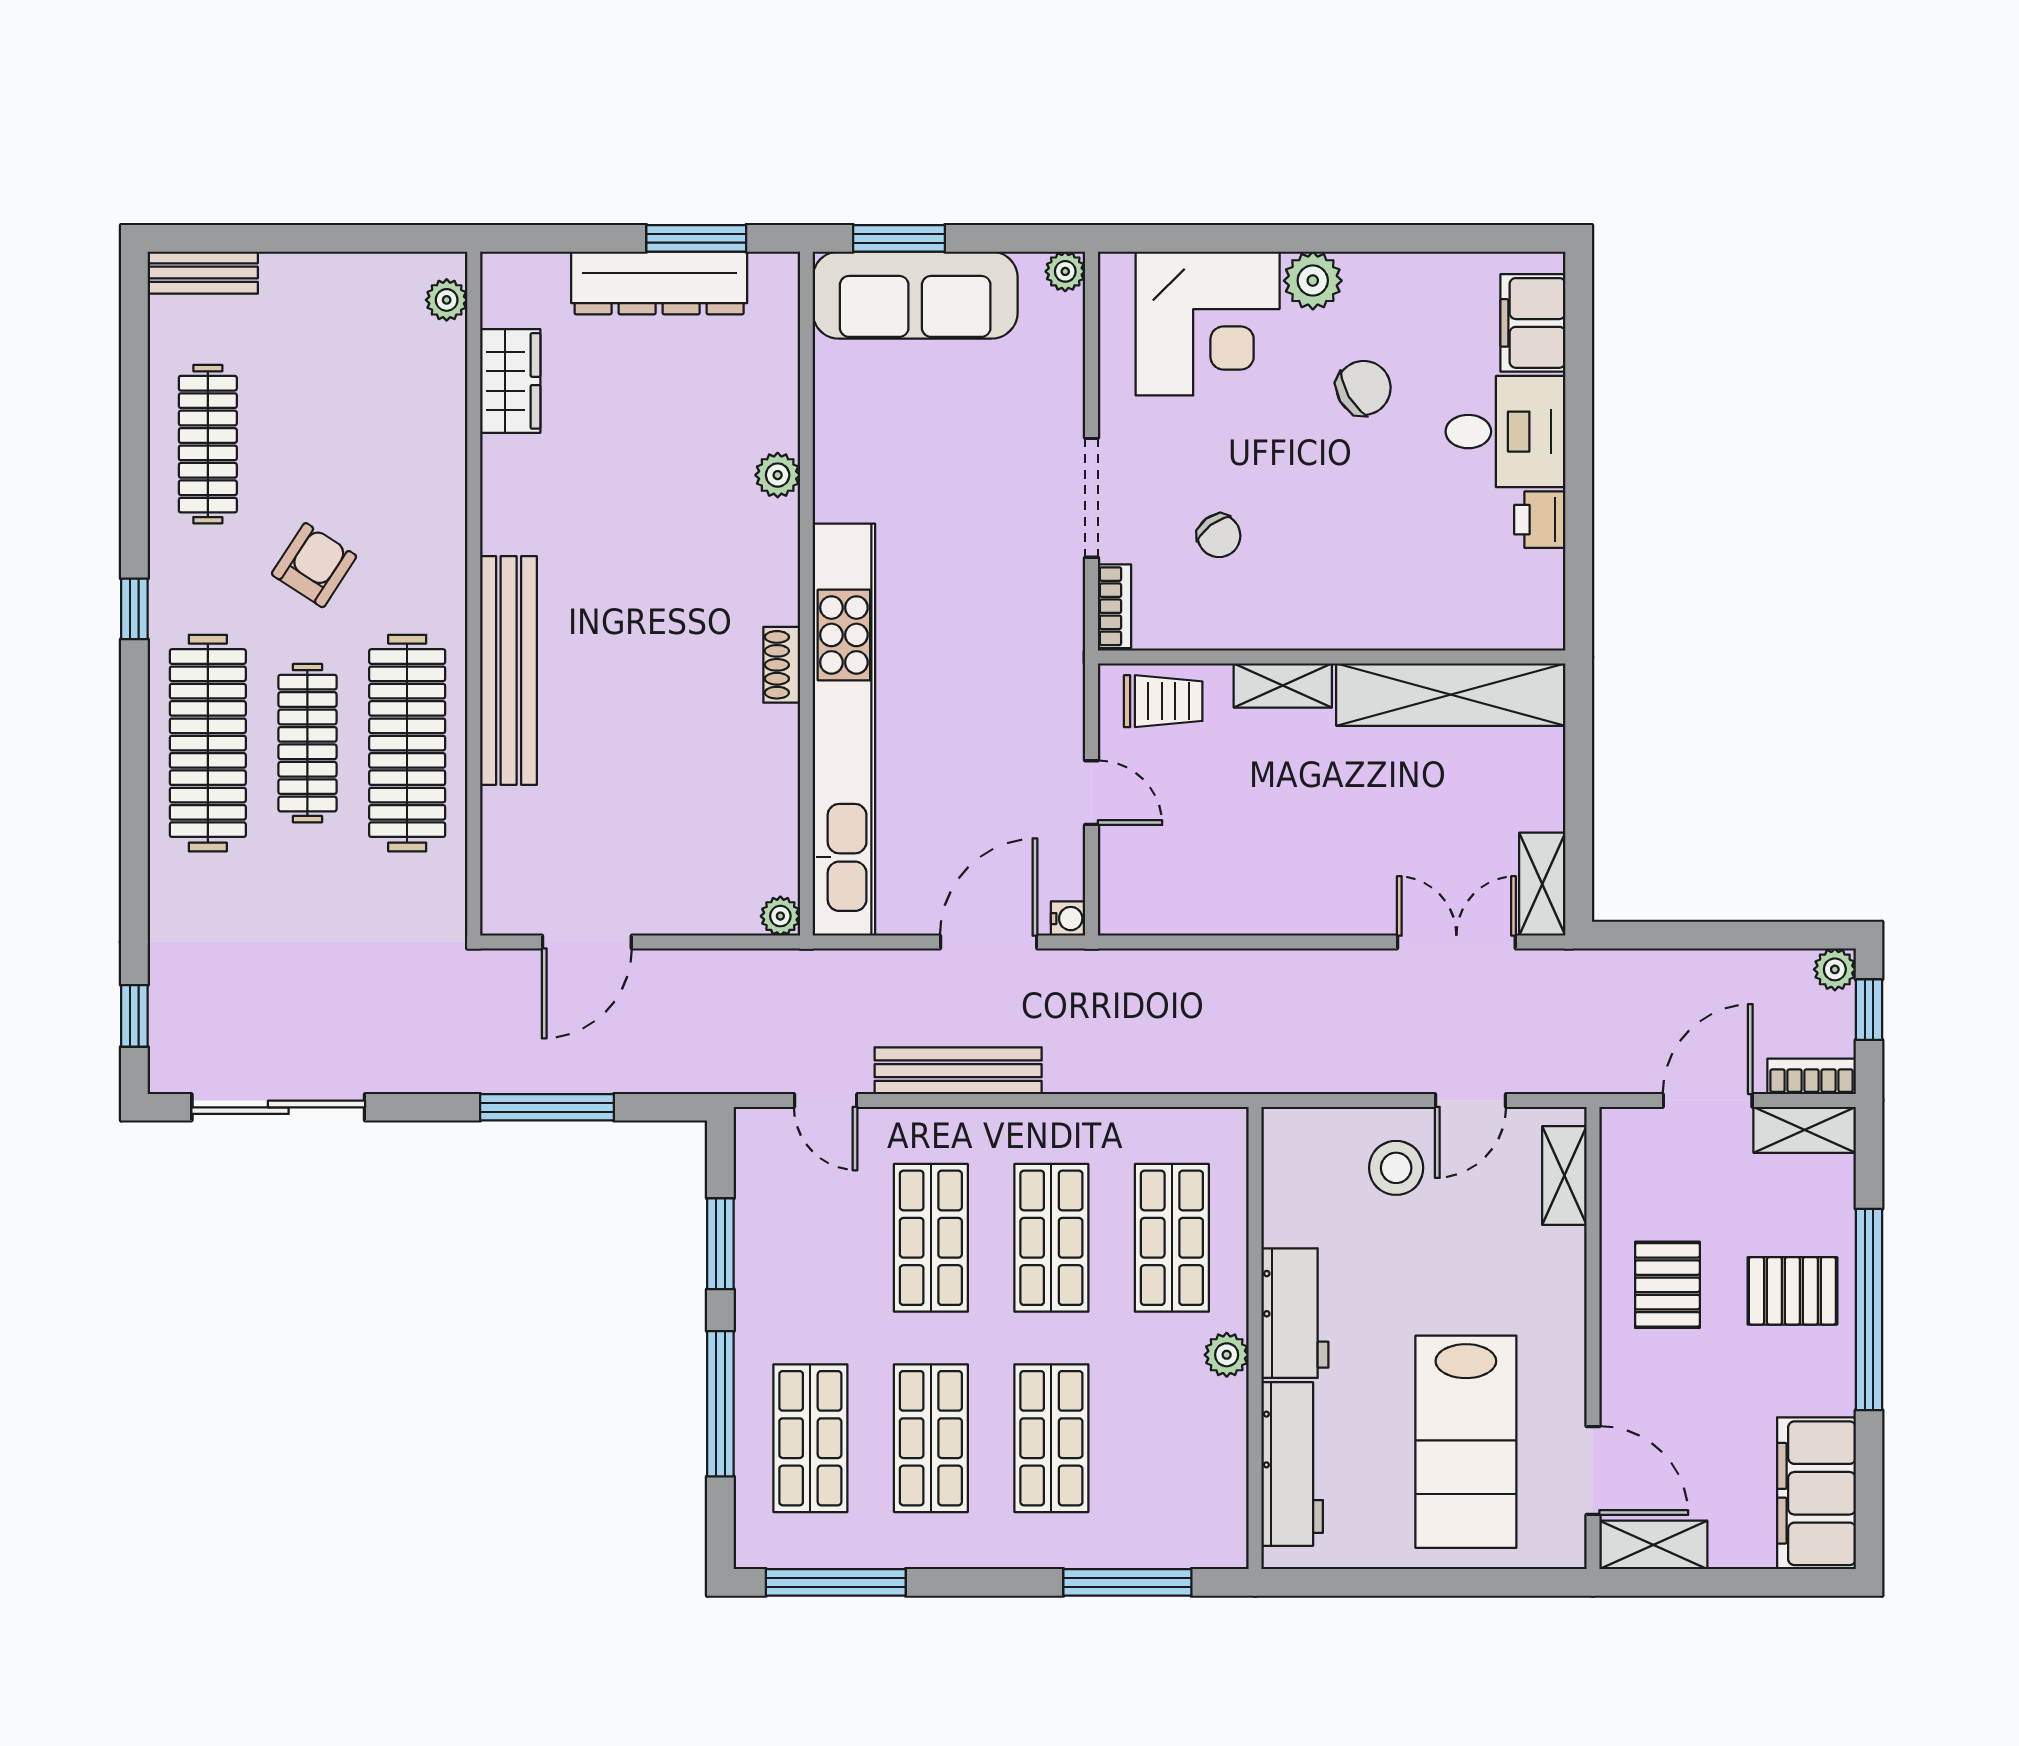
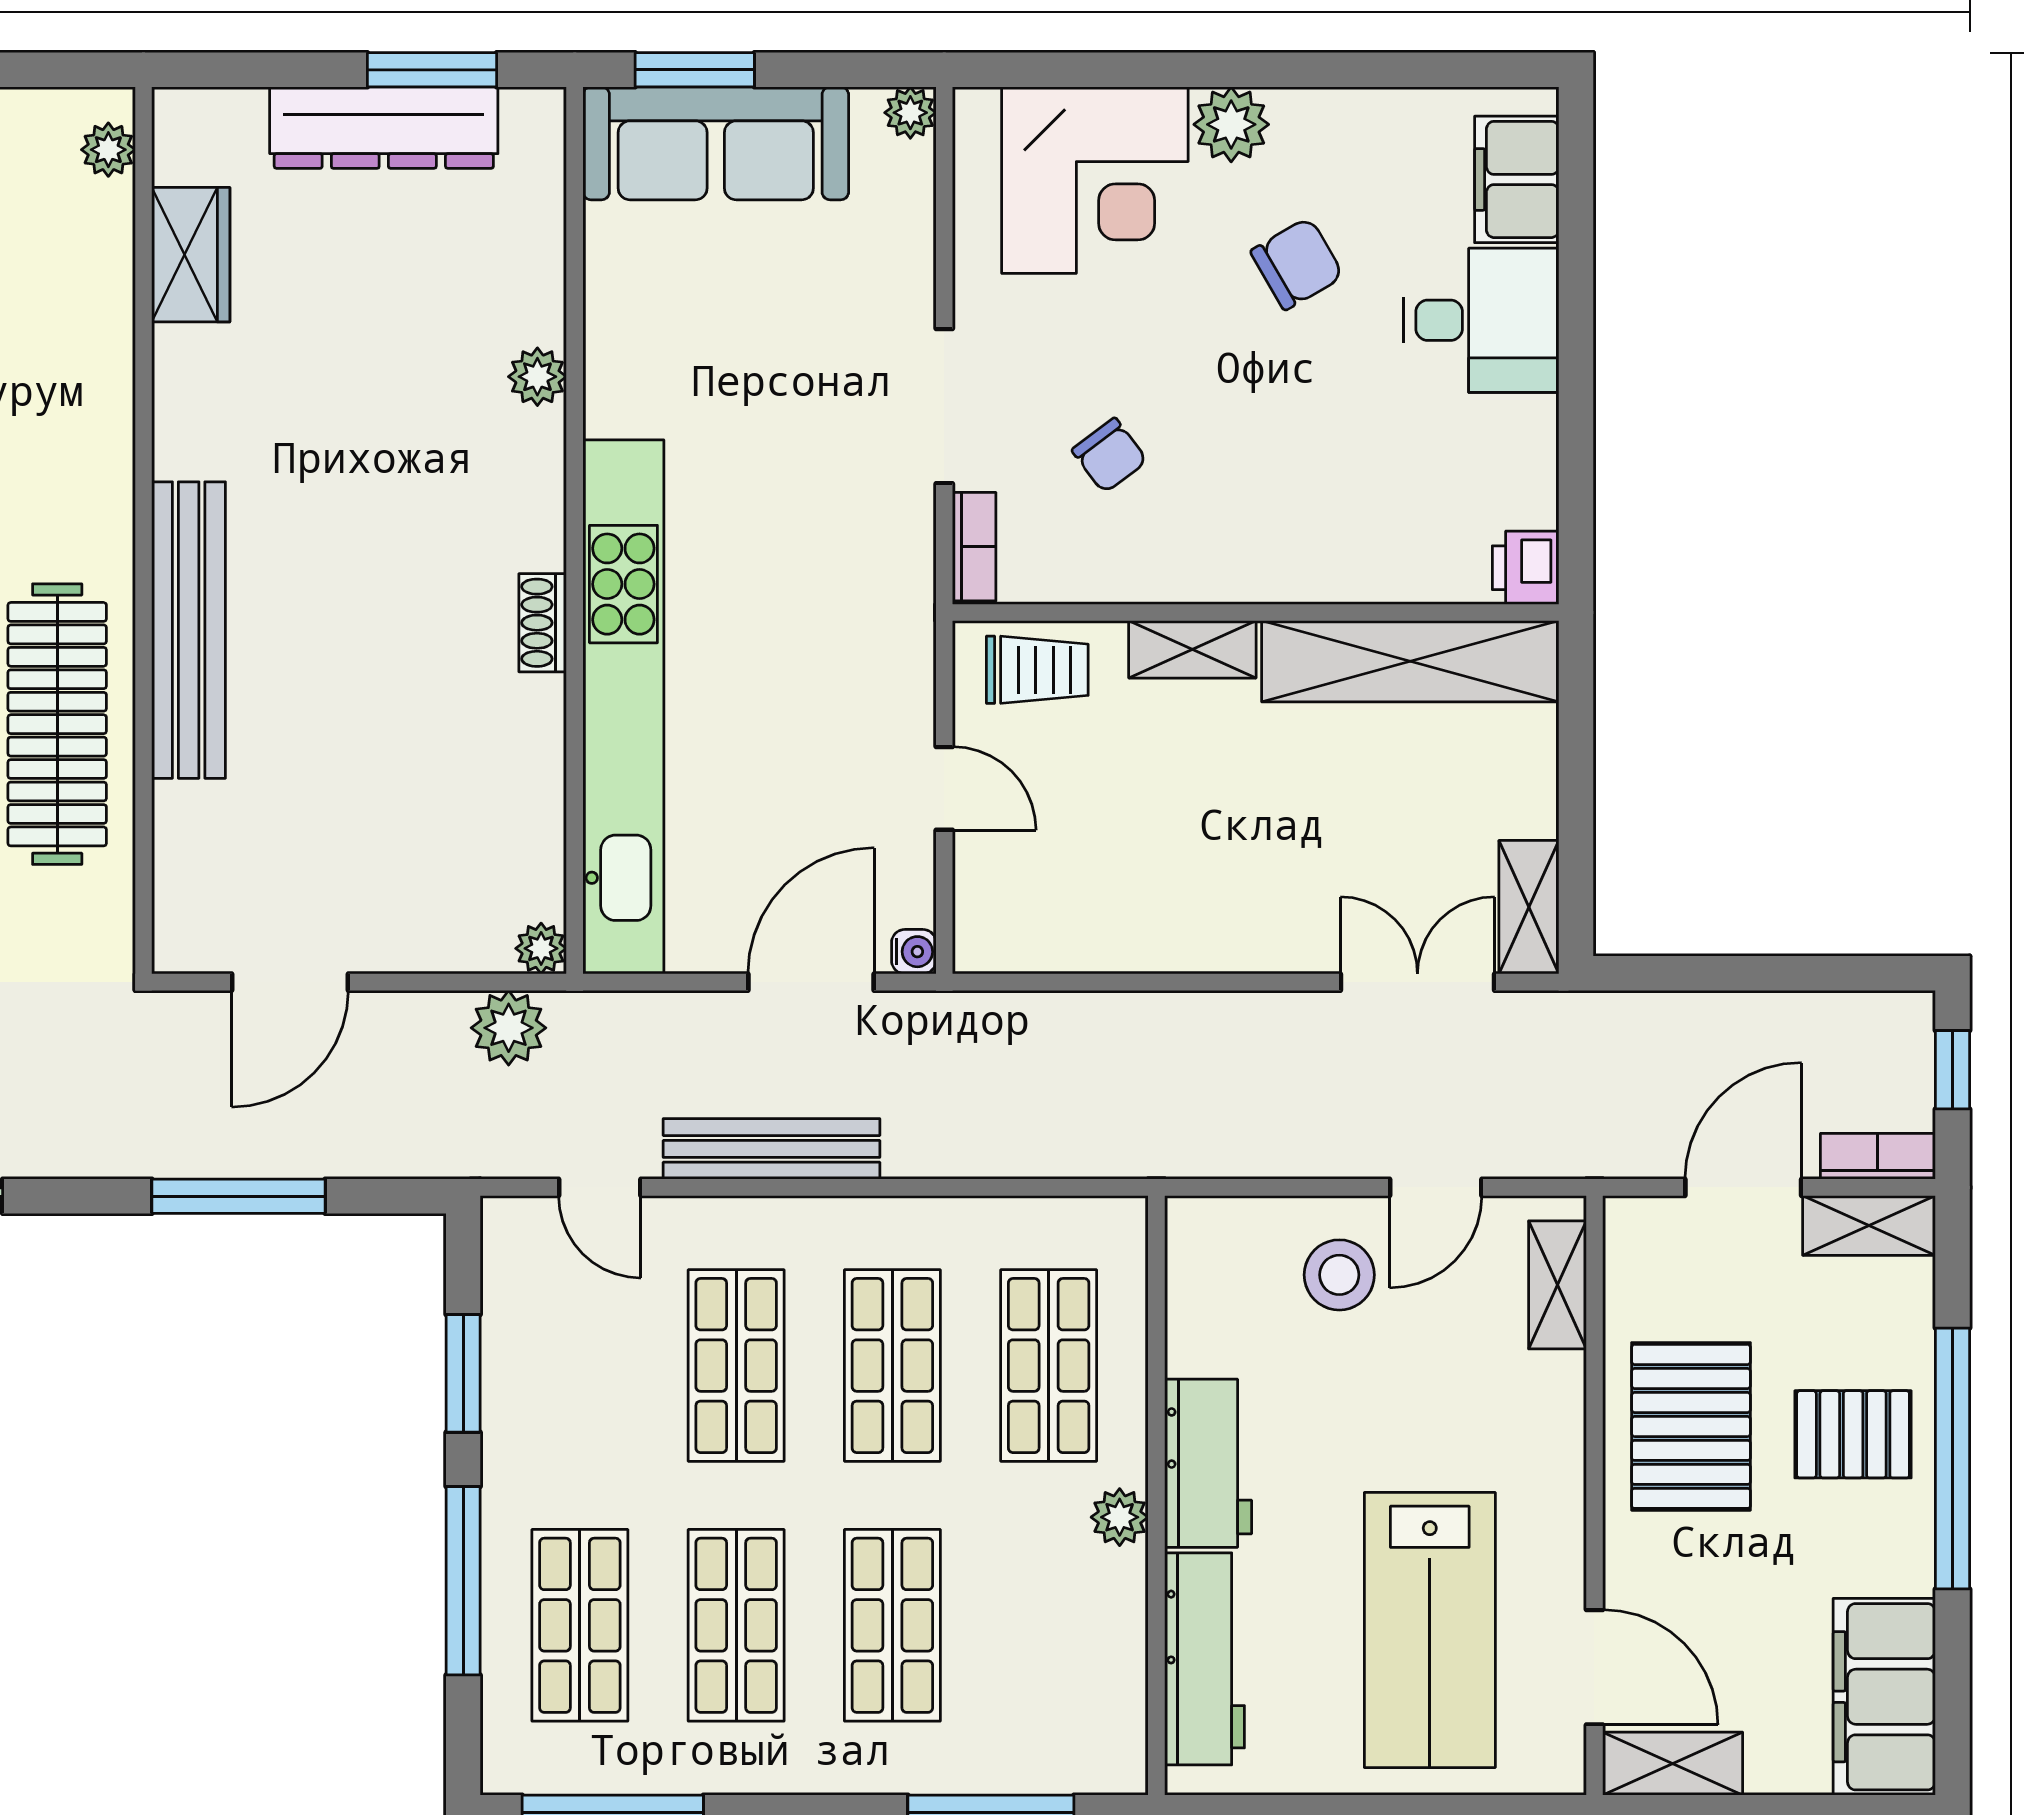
printer: (1540, 520) -> (1526, 568), moved
plant: (1835, 969) -> (509, 1028), moved, width x1.38, depth x1.38
pallet: (1667, 1285) -> (1691, 1426), width x1.50, depth x1.42

